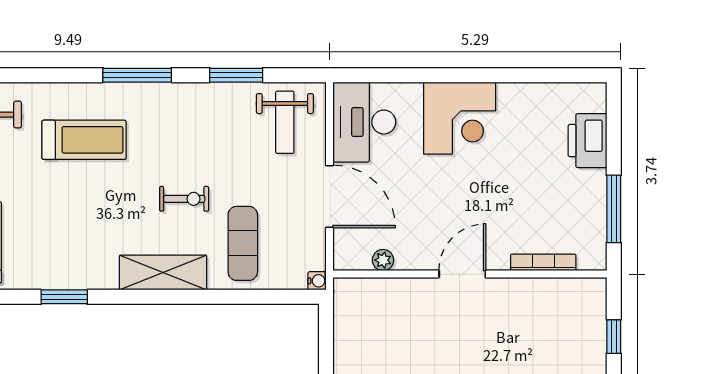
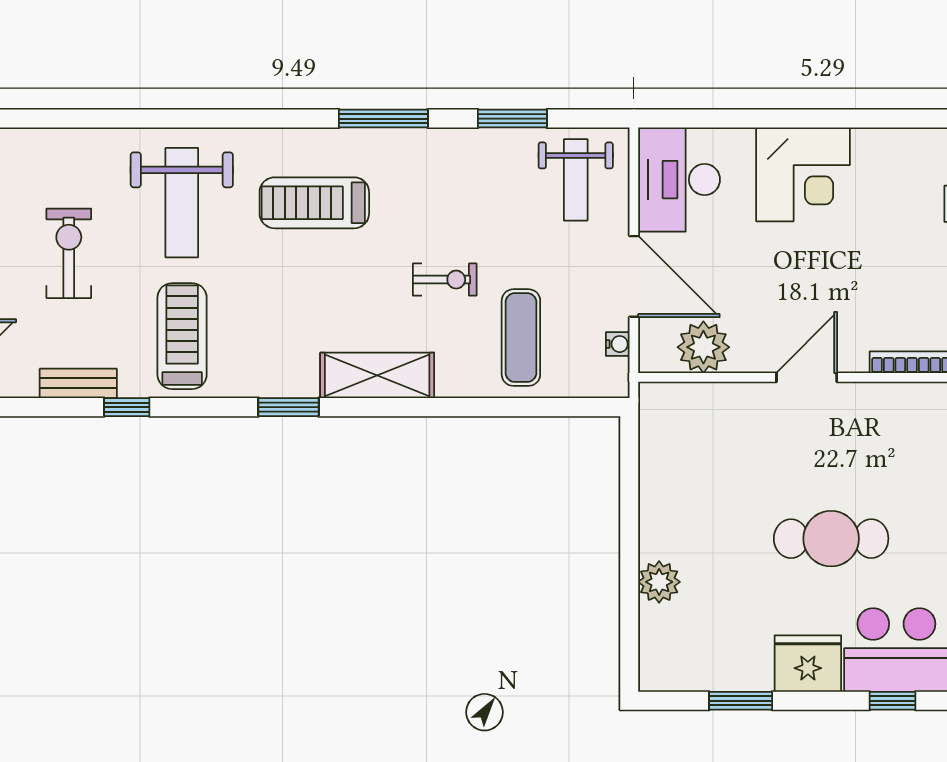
treadmill: (84, 140) -> (314, 203), turned 180
plant: (383, 260) -> (703, 347), width x1.88, depth x1.88
shelving: (163, 272) -> (377, 375), moved
water cooler: (317, 281) -> (618, 344), moved

